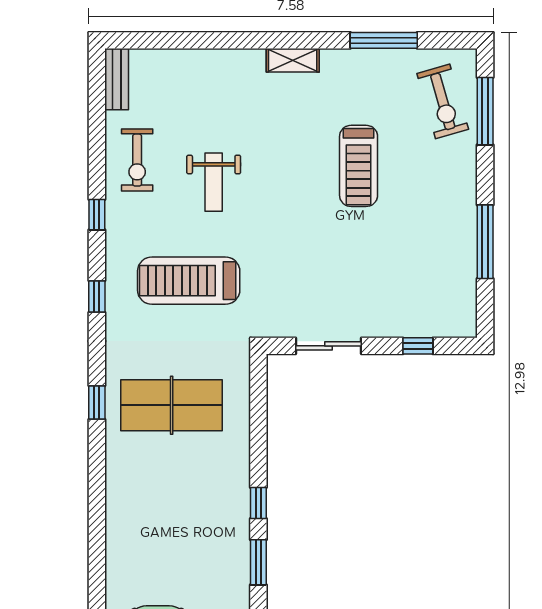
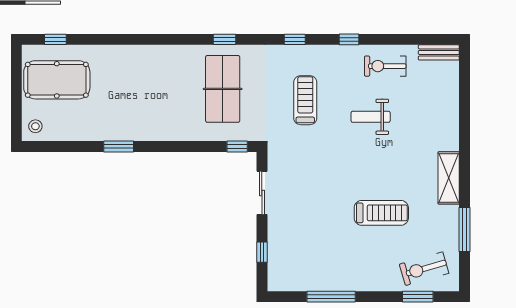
shelving: (293, 60) -> (449, 178), width x1.50, depth x1.33
window: (485, 111) -> (418, 297), width x0.69
treadmill: (359, 166) -> (381, 213), turned 180
treadmill: (189, 281) -> (305, 100), width x0.73, depth x0.73
window: (258, 503) -> (237, 146), moved

